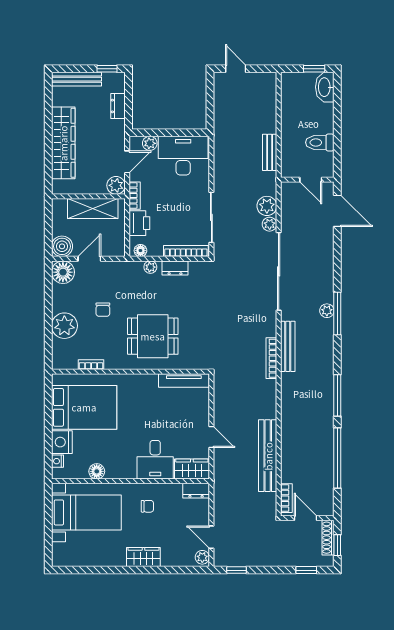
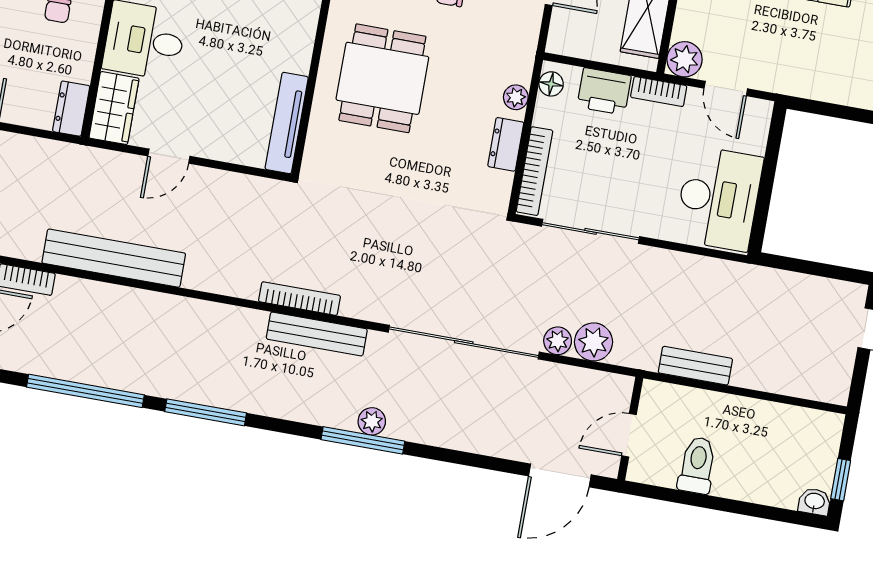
washbasin: (325, 87) -> (814, 502), width x0.52, depth x0.69
dresser: (118, 106) -> (836, 90), removed
plant: (150, 143) -> (754, 139), removed

